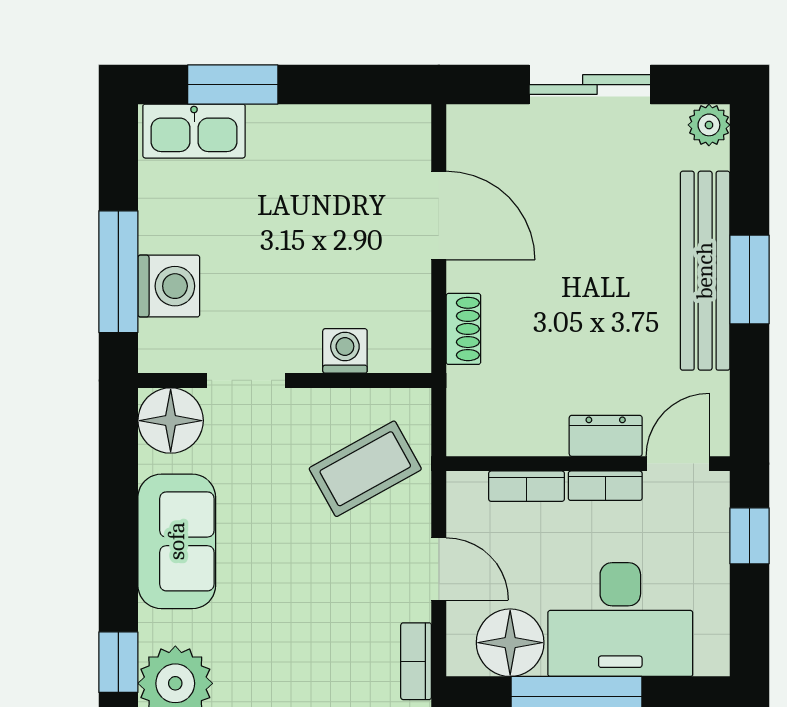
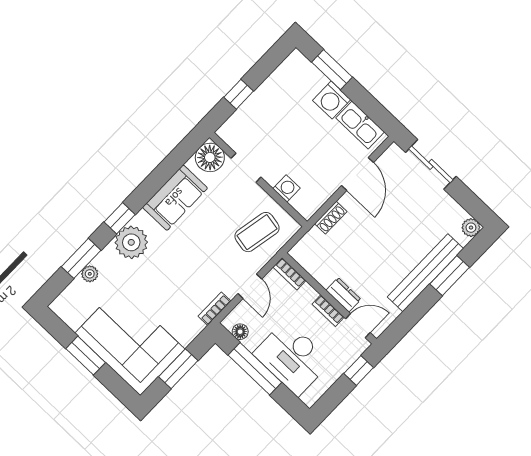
sliding door: (590, 85) -> (431, 164), moved
kitchen sink: (194, 131) -> (360, 125), moved
window: (118, 272) -> (239, 94), width x0.46
window: (749, 279) -> (450, 276), moved
washing machine: (169, 286) -> (332, 100), moved, turned 90
coffee table: (365, 469) -> (257, 232), turned -50
bookcase: (527, 486) -> (289, 274), moved
floor lamp: (510, 643) -> (240, 332), width x0.53, depth x0.53

